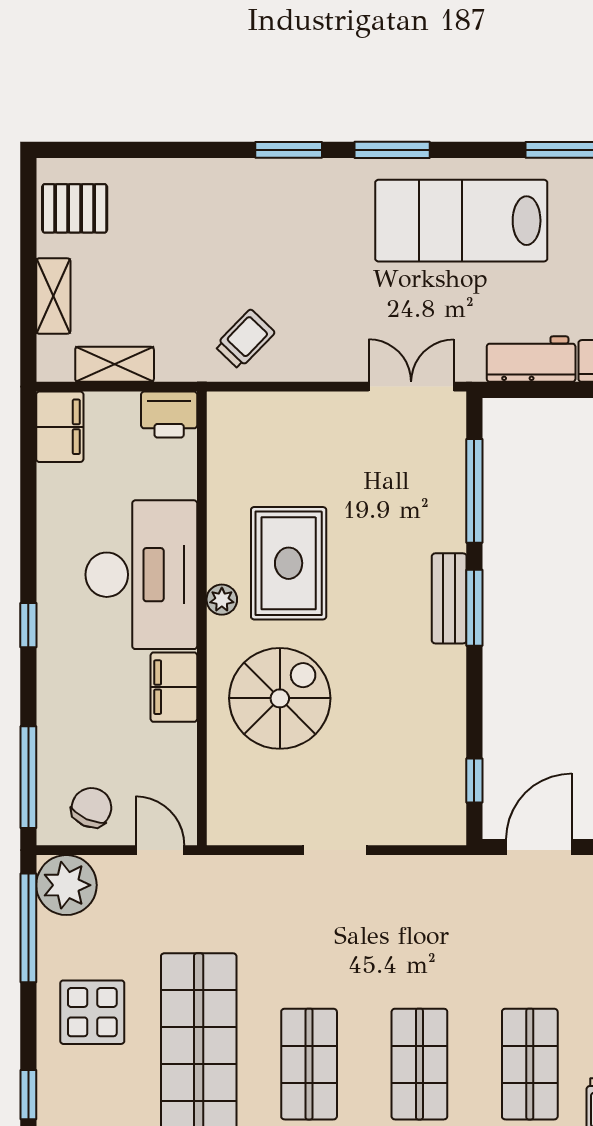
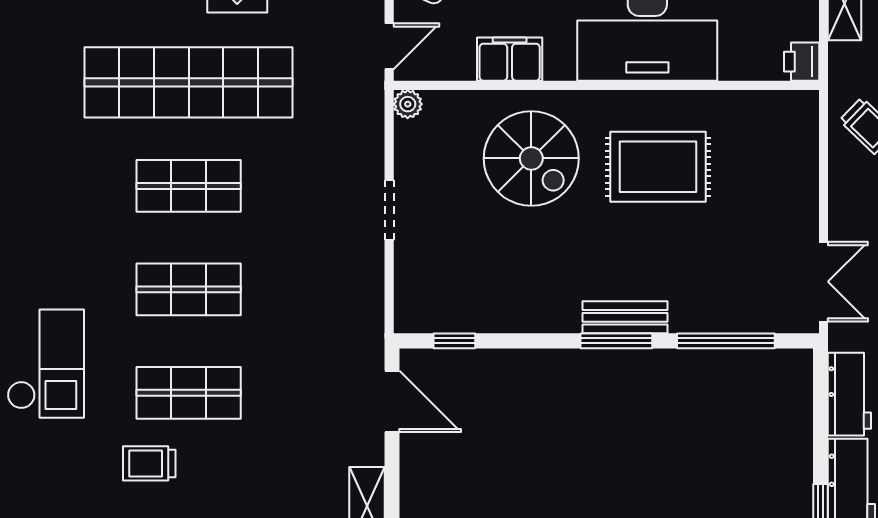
printer: (169, 415) -> (802, 62), width x0.73, depth x0.81
plant: (222, 600) -> (408, 104), moved
filing cabinet: (174, 687) -> (510, 59), moved

